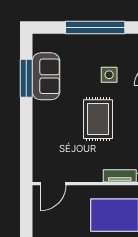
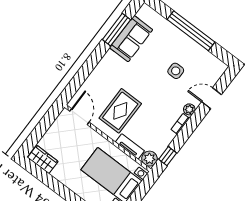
rug: (98, 119) -> (120, 111), moved
door: (53, 184) -> (79, 117), swing flipped

